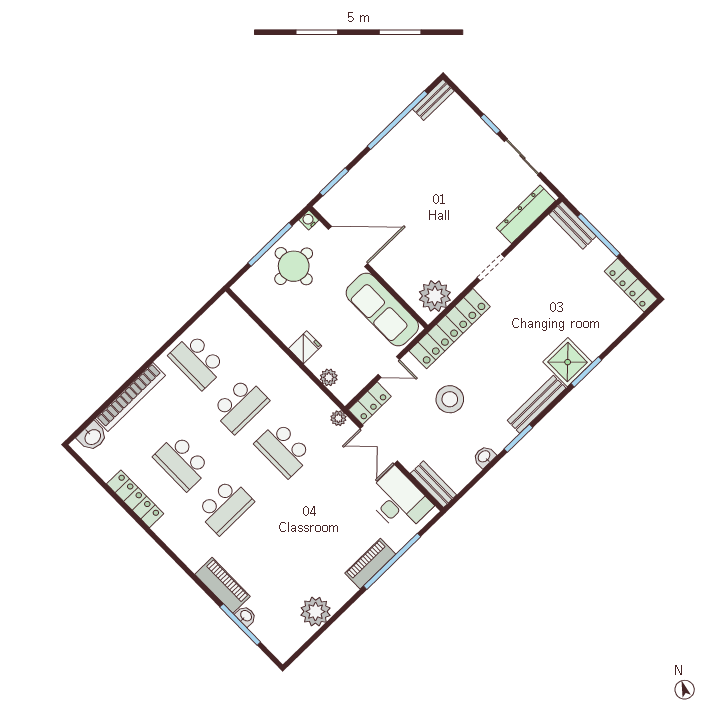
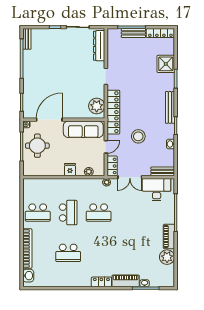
bench: (573, 225) -> (133, 33), moved
shower: (568, 362) -> (166, 64), moved
locker: (135, 499) -> (101, 282), moved, width x0.66
school desk: (225, 506) -> (99, 253), removed
piano: (370, 564) -> (169, 236), moved

